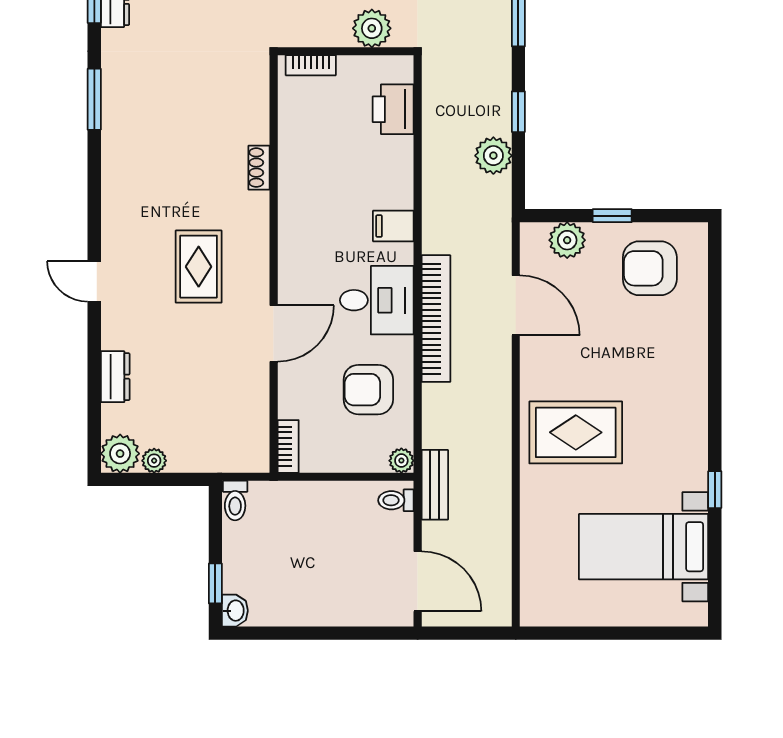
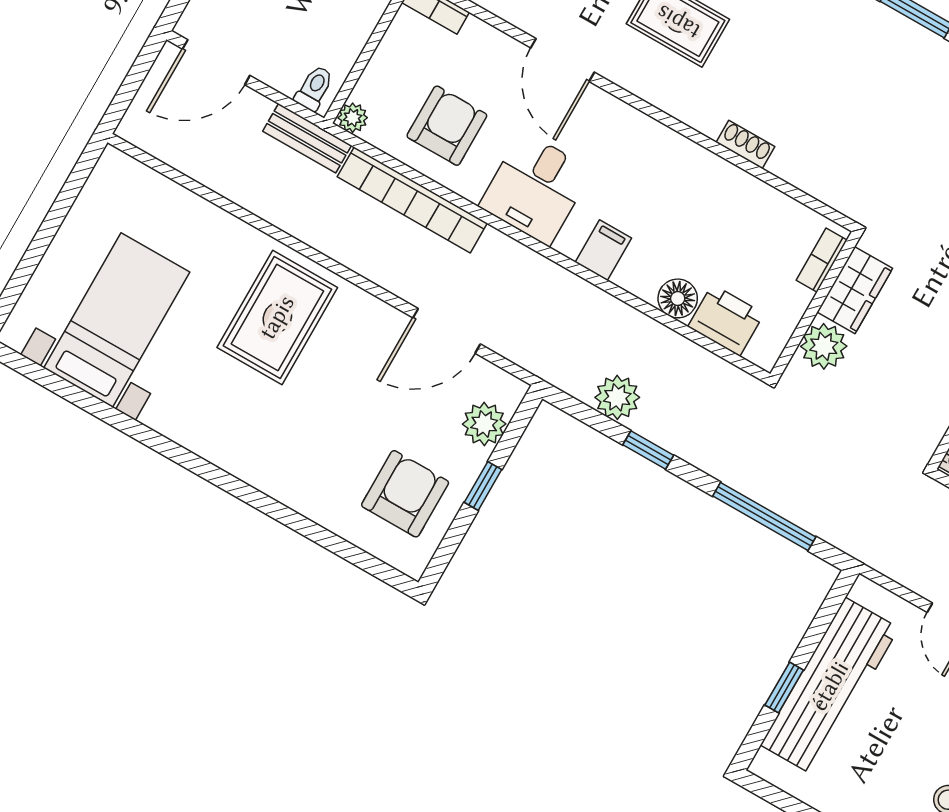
wardrobe: (319, 29) -> (855, 290), added
floor lamp: (398, 153) -> (678, 298), added
bookcase: (436, 319) -> (412, 200), moved
window: (715, 490) -> (134, 429), removed

